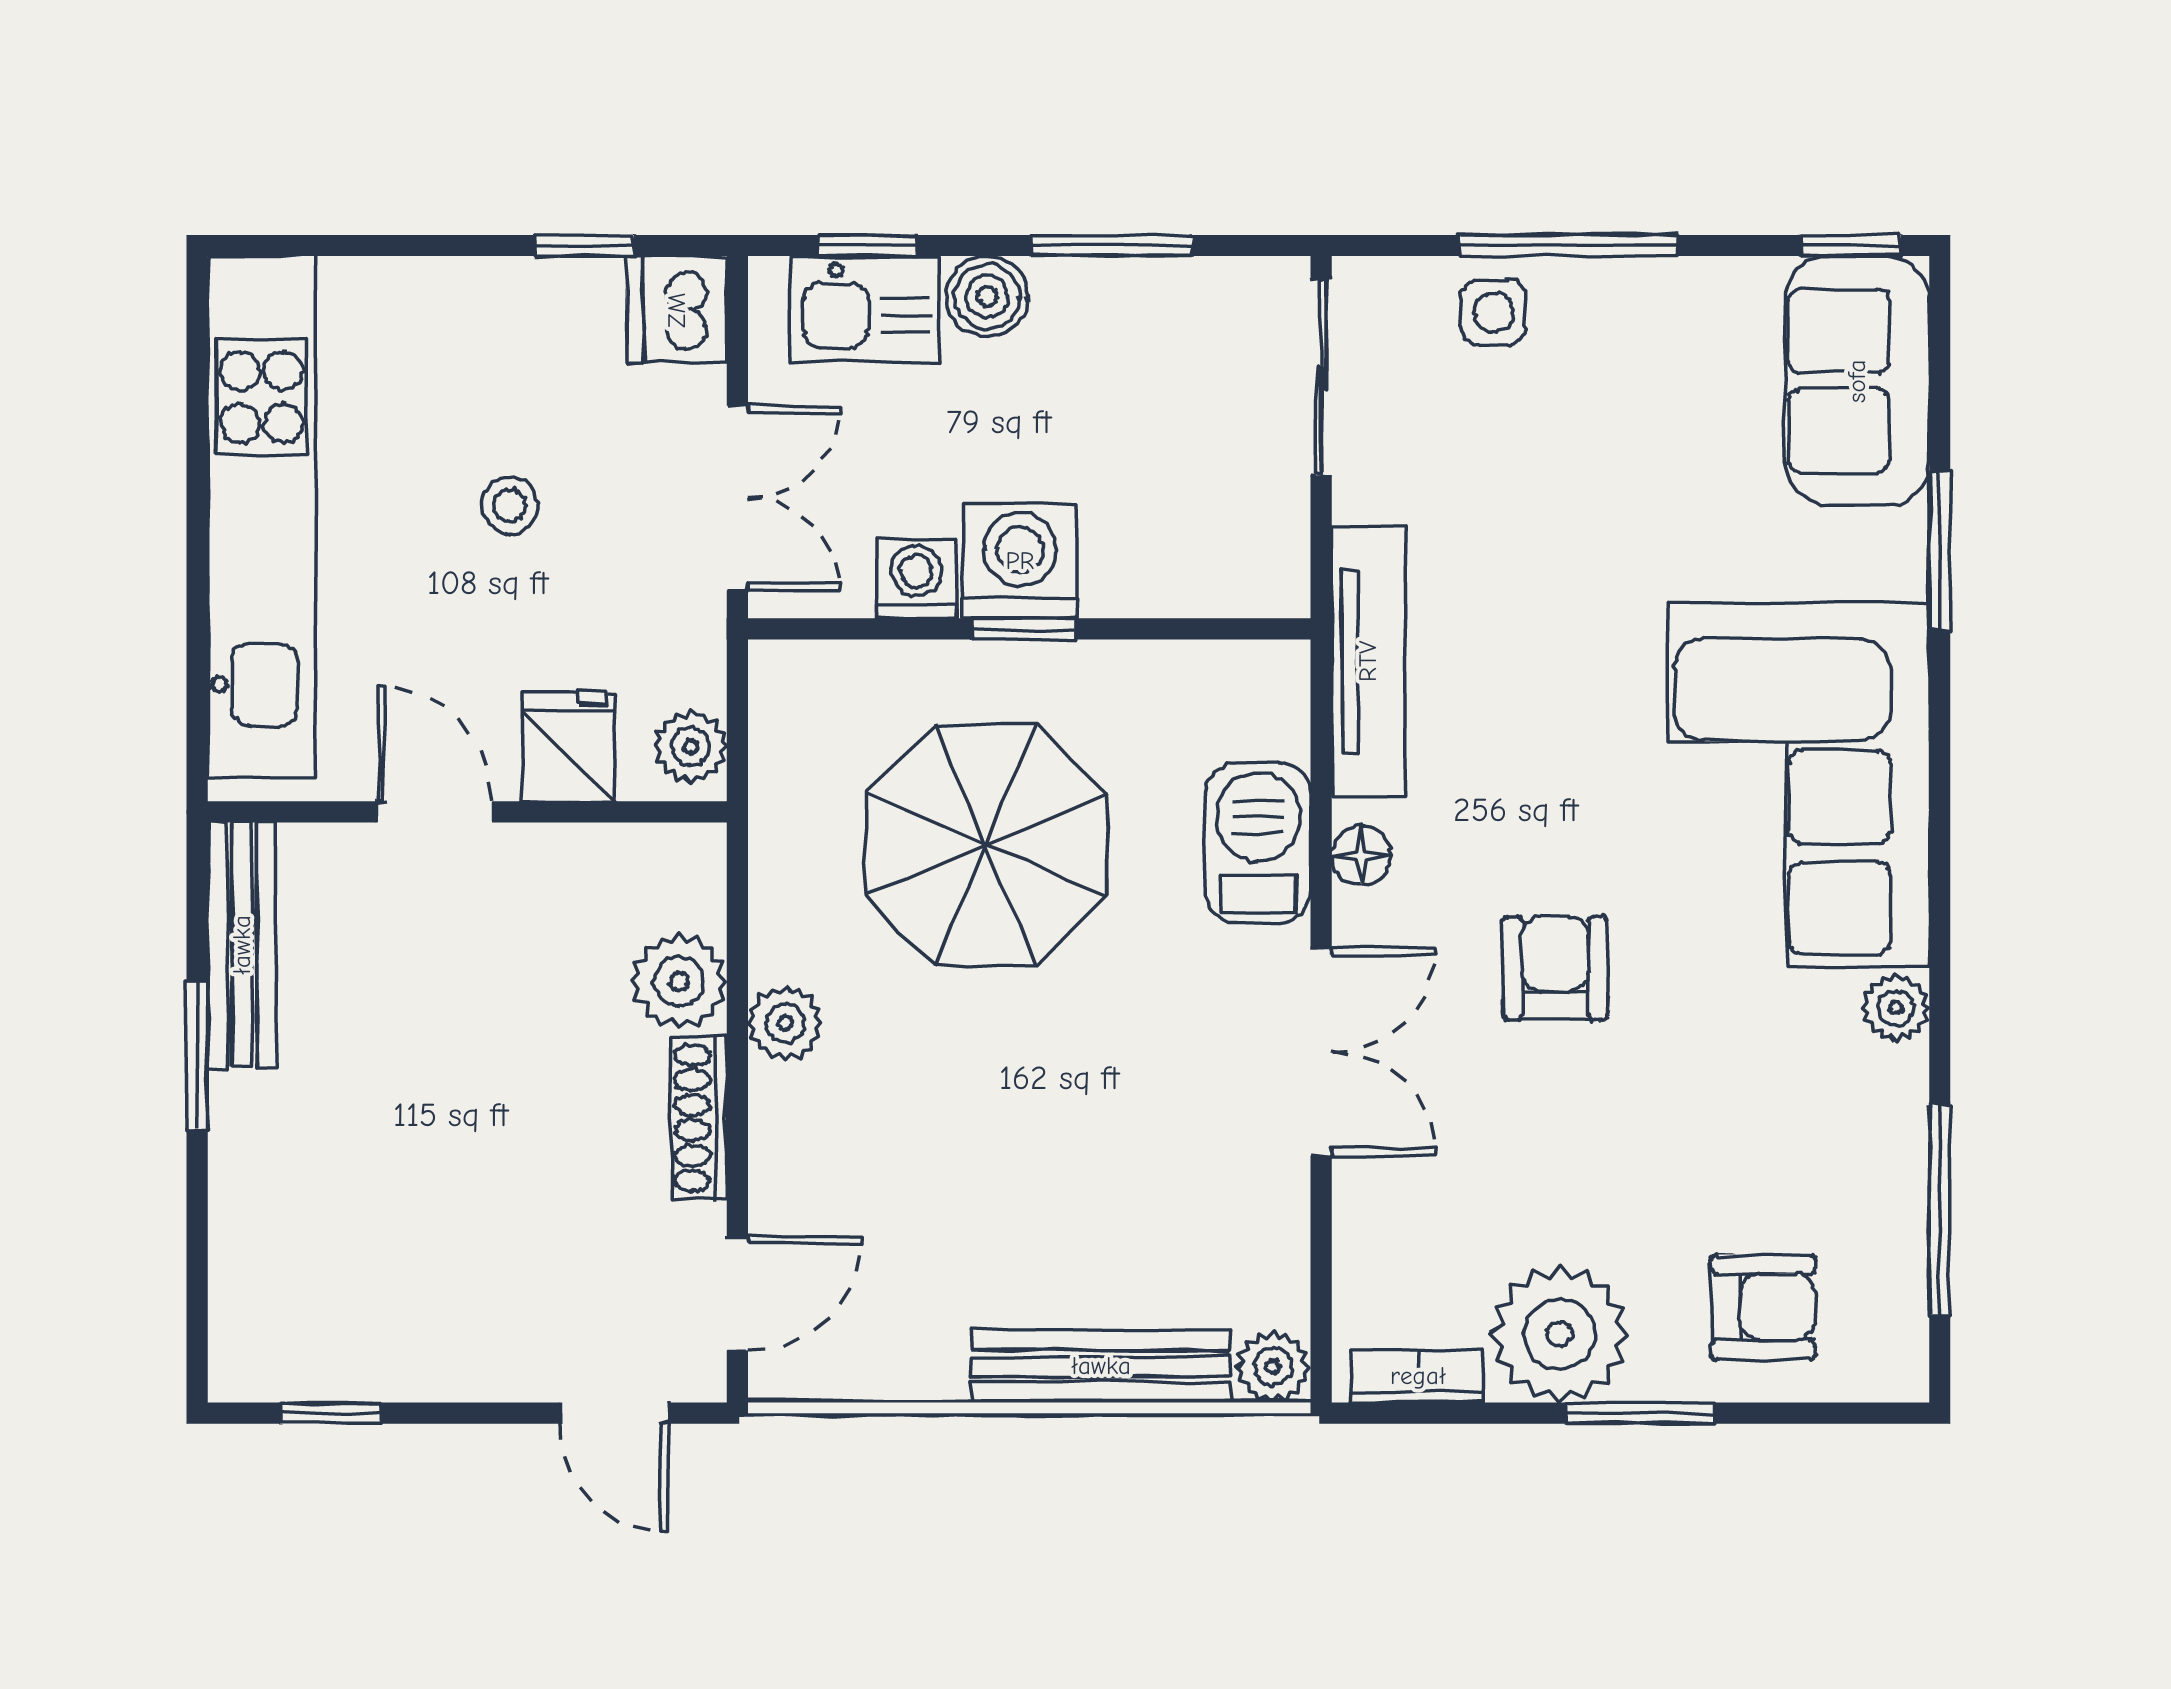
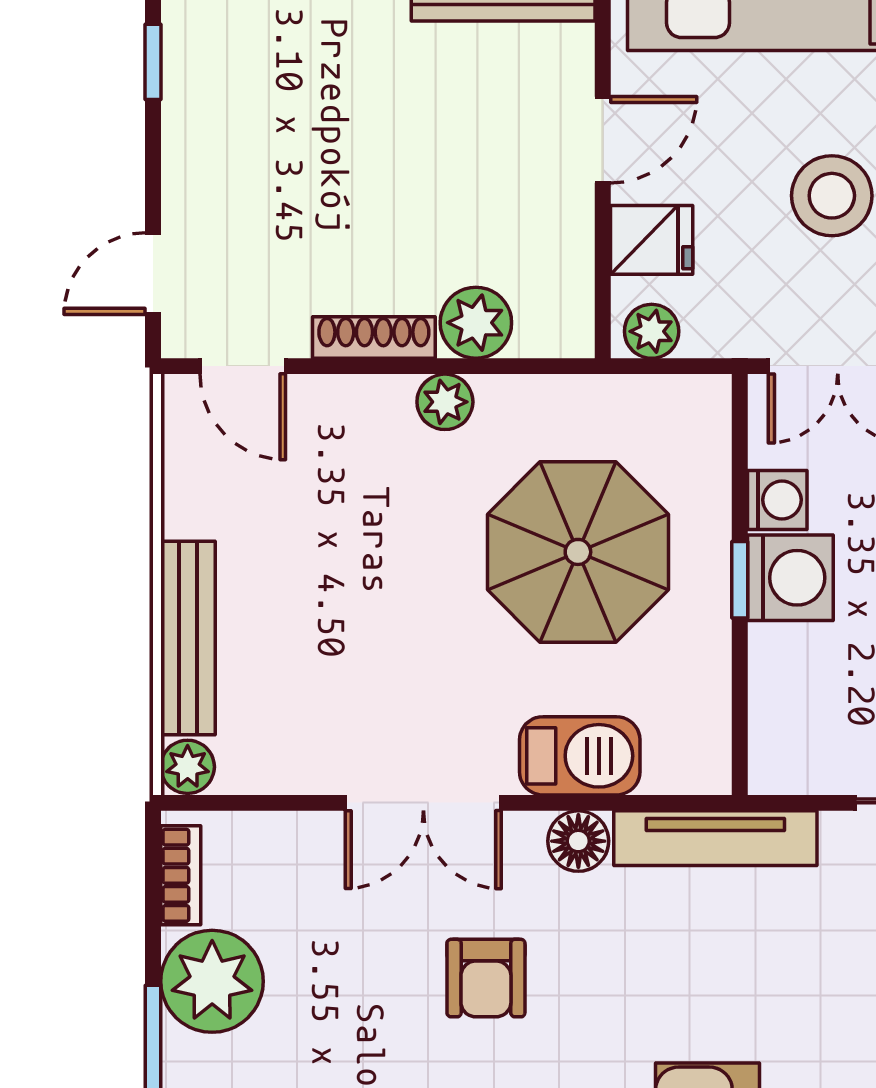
stool: (509, 506) -> (832, 196), width x1.89, depth x1.89
floor lamp: (1361, 856) -> (578, 841), width x1.37, depth x1.37
armchair: (1555, 968) -> (486, 978), turned 90

